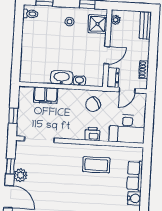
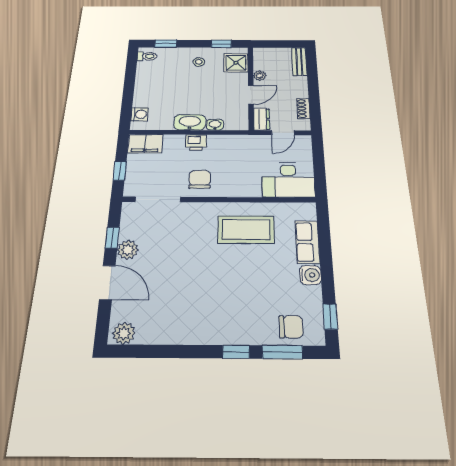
plant: (116, 20) -> (260, 76), moved
washing machine: (26, 69) -> (140, 114), added
filing cabinet: (46, 95) -> (145, 144), moved
chair: (93, 104) -> (200, 179), moved, turned 126
printer: (92, 134) -> (196, 142), moved, turned 180
coffee table: (96, 165) -> (246, 230), width x1.36, depth x1.32

